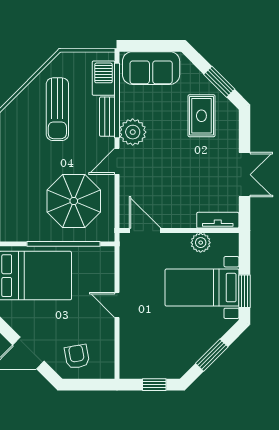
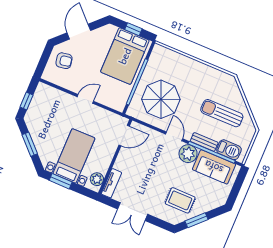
sofa: (151, 68) -> (214, 167), moved, turned -90
plant: (201, 243) -> (97, 179), moved

